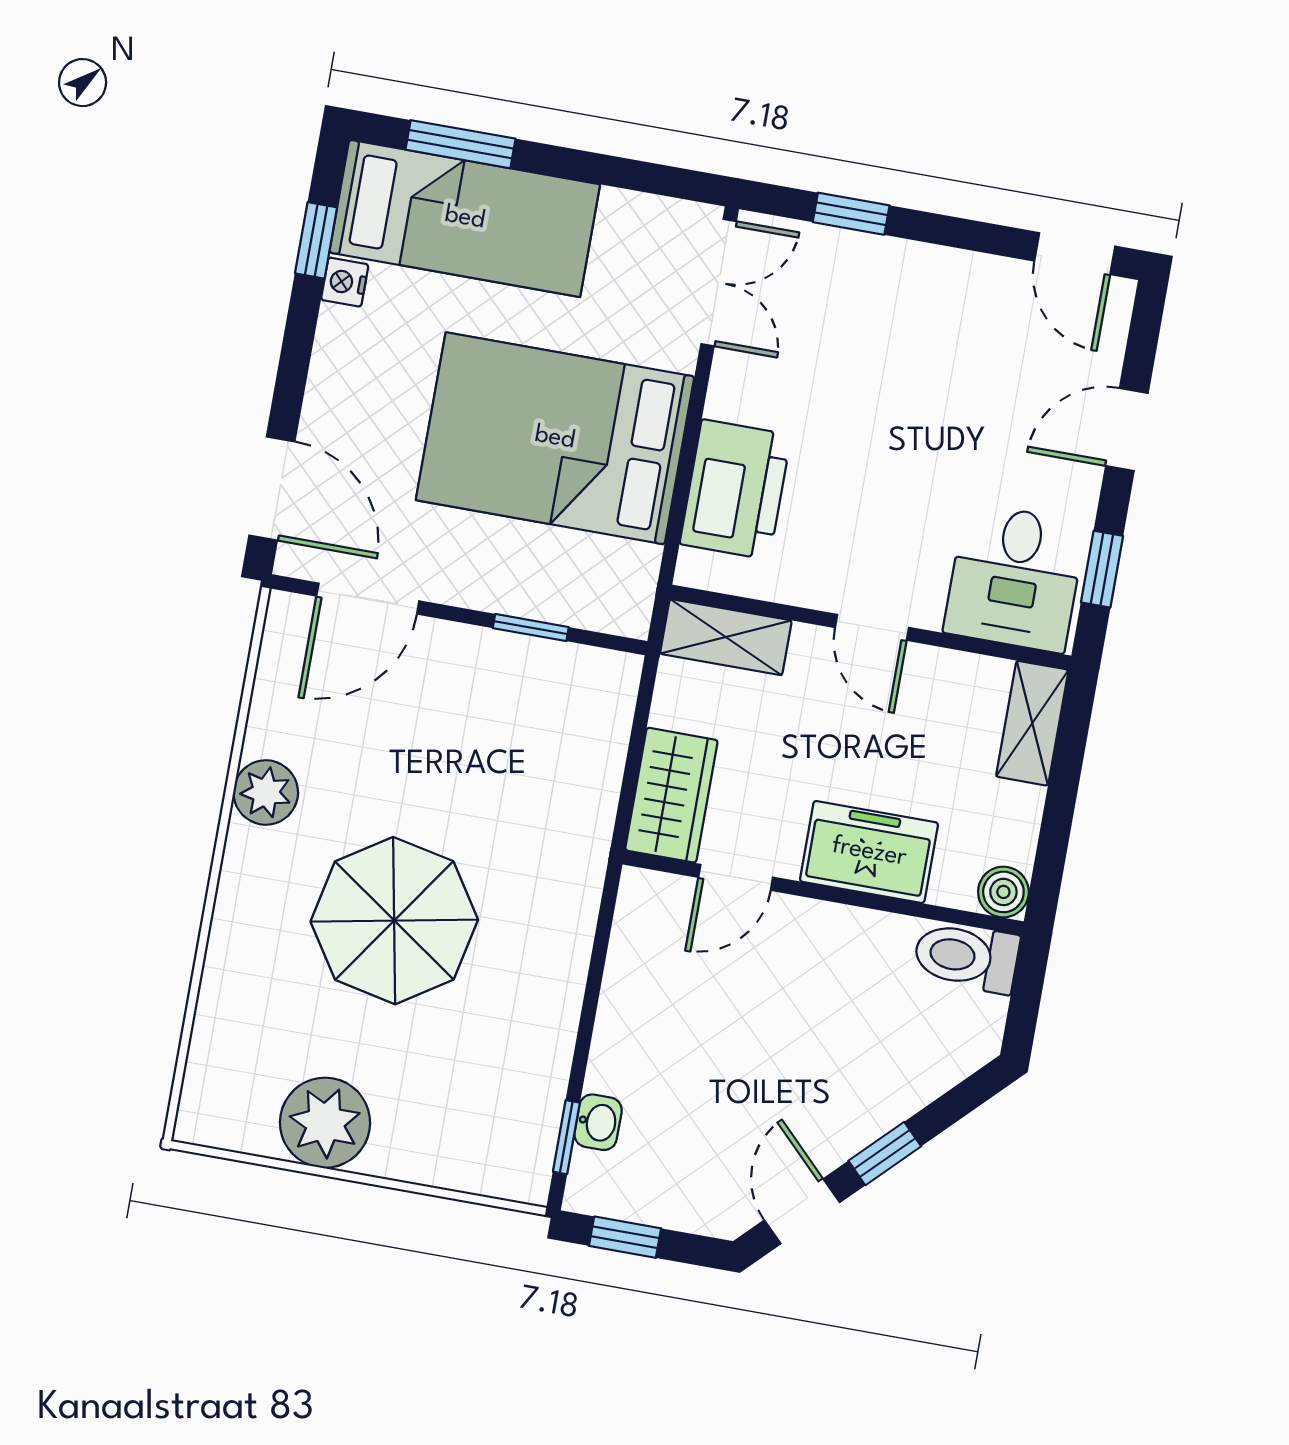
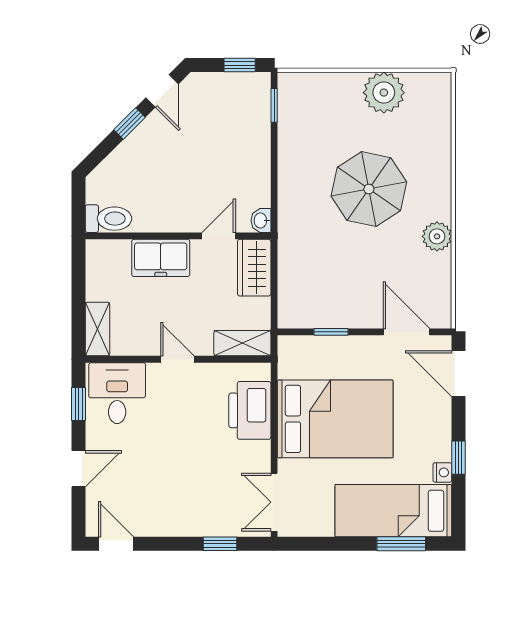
window: (316, 240) -> (459, 458), moved
door: (368, 599) -> (407, 332), hinge flipped
boiler: (1003, 892) -> (97, 251), removed
washbasin: (598, 1122) -> (261, 220), moved

